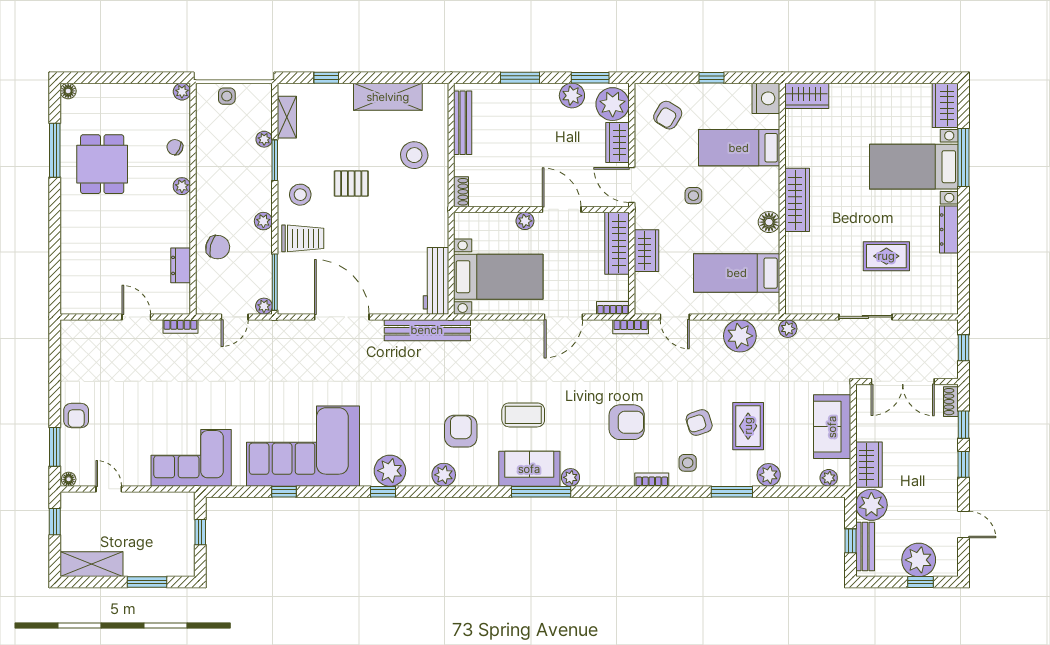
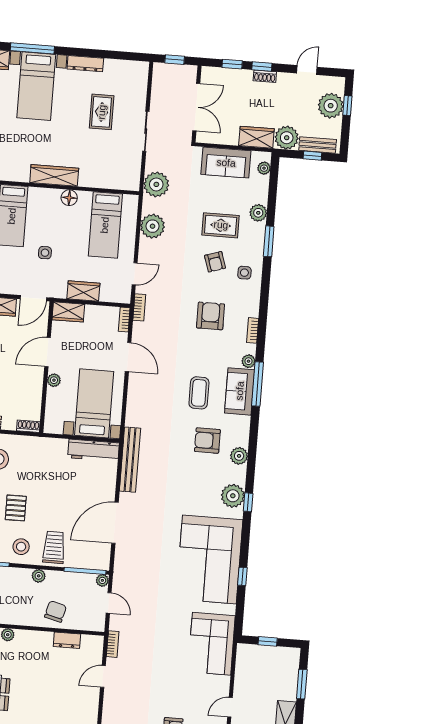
wardrobe: (617, 243) -> (68, 312), width x0.67
plant: (788, 329) -> (156, 184), width x1.87, depth x1.87
shoe rack: (951, 402) -> (265, 76), moved
bookcase: (652, 480) -> (253, 330), moved

